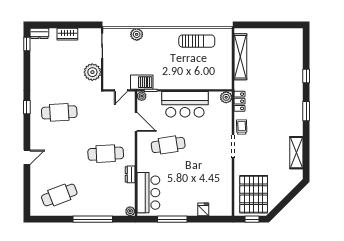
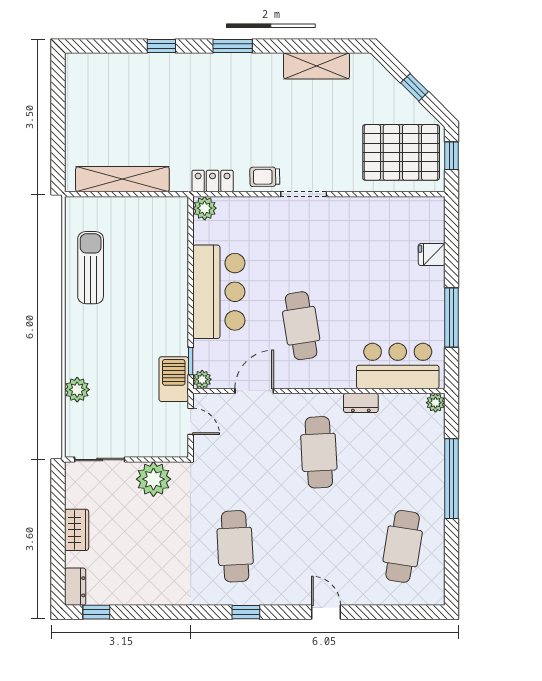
window: (27, 107) -> (246, 612), moved
cafe table: (59, 195) -> (403, 546), turned 30
window: (286, 201) -> (415, 87), added

